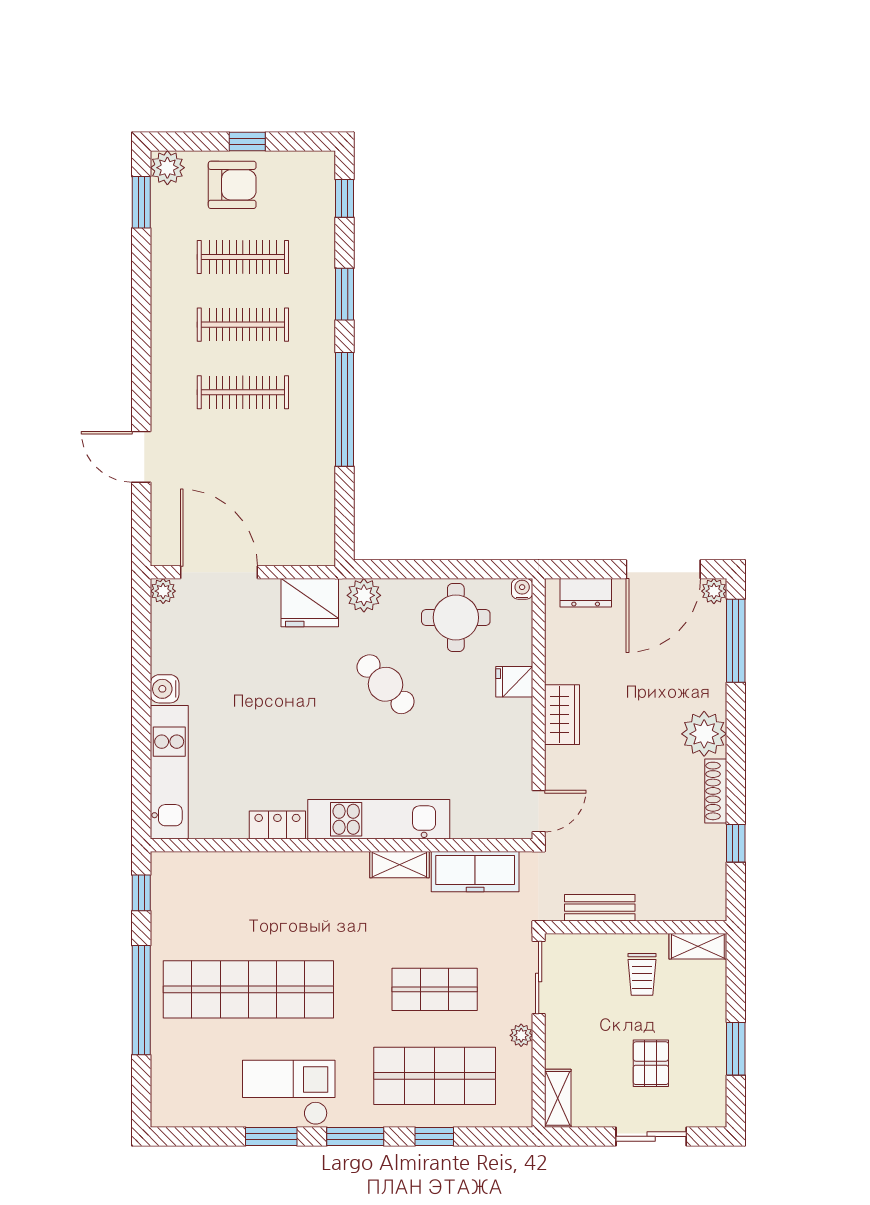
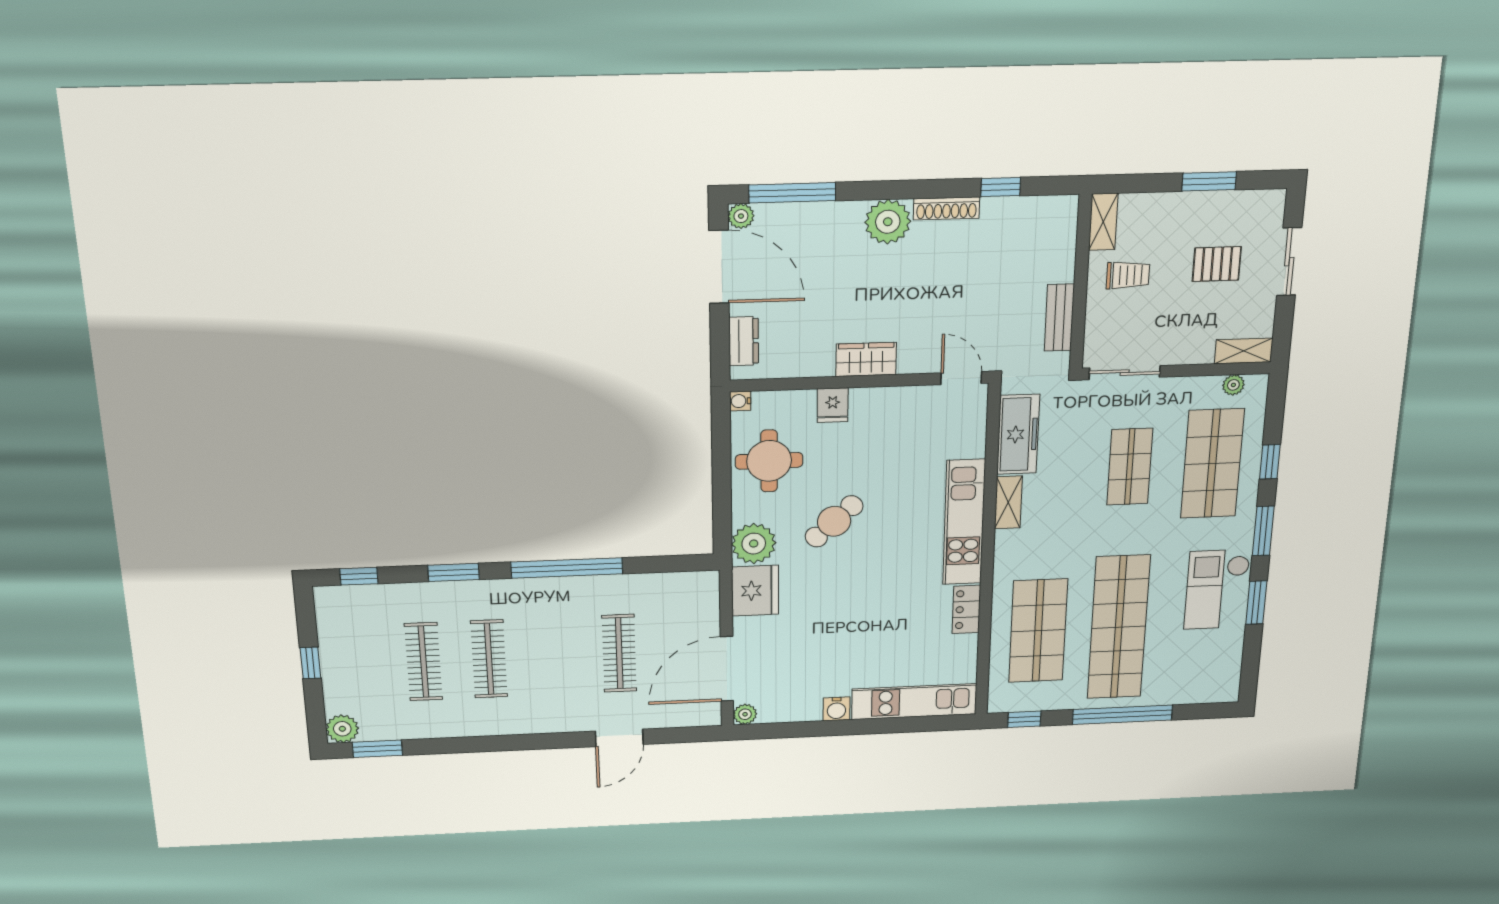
armchair: (232, 185) -> (354, 674), removed
clothes rail: (243, 392) -> (619, 653), moved
plant: (364, 595) -> (754, 544), width x1.36, depth x1.36
shop shelf: (248, 903) -> (1038, 631), added
plant: (521, 1035) -> (1233, 385), moved

